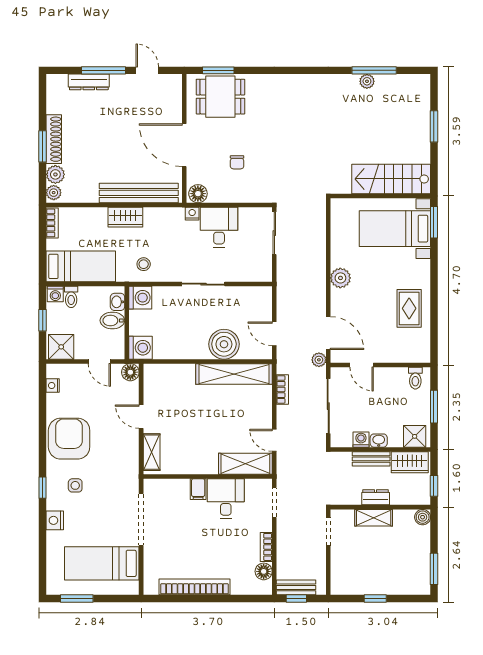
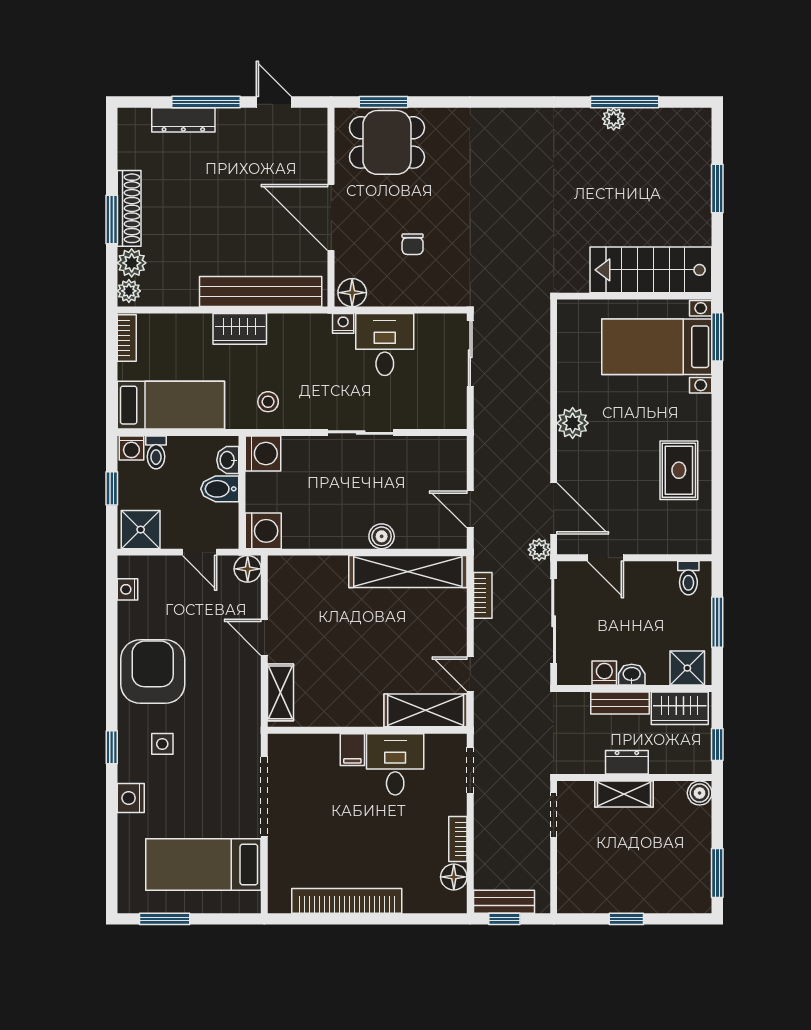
boiler: (224, 344) -> (382, 536), width x0.54, depth x0.54

